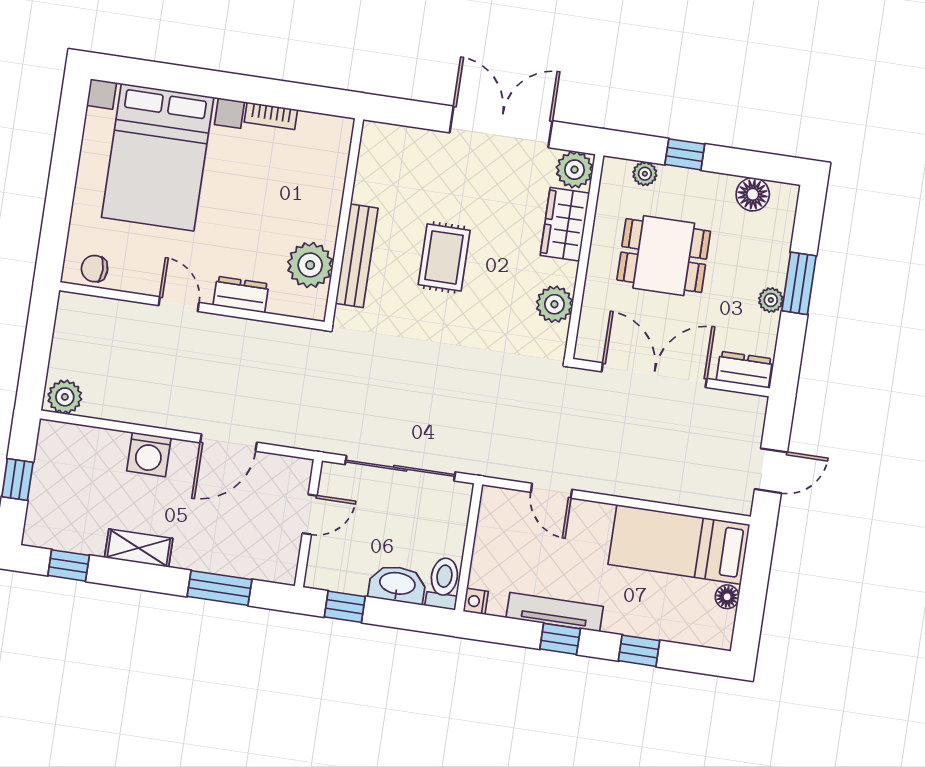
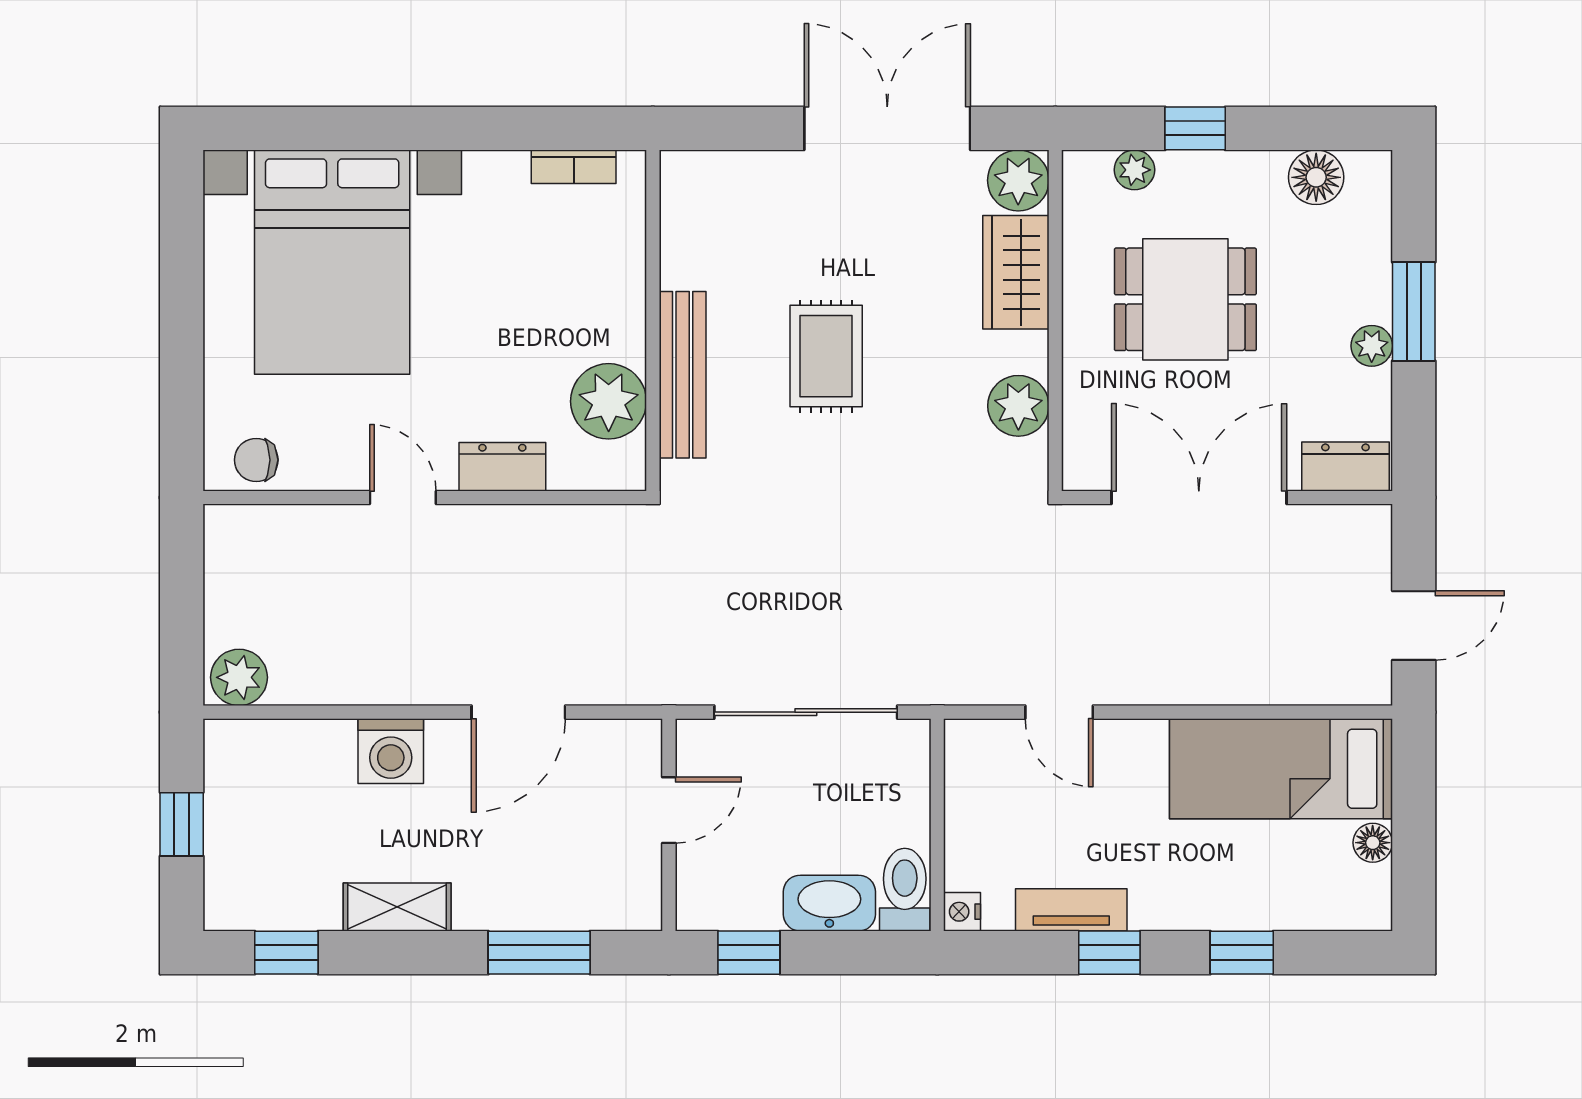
bookcase: (271, 116) -> (574, 167), moved
tv unit: (555, 612) -> (1071, 910), width x0.71

